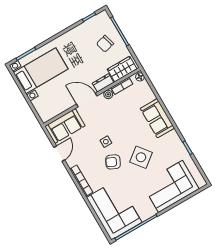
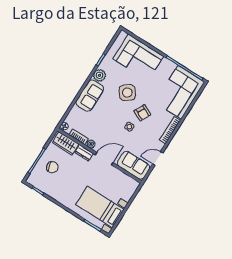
door: (87, 100) -> (104, 159), swing flipped
plant: (173, 138) -> (99, 75), added

